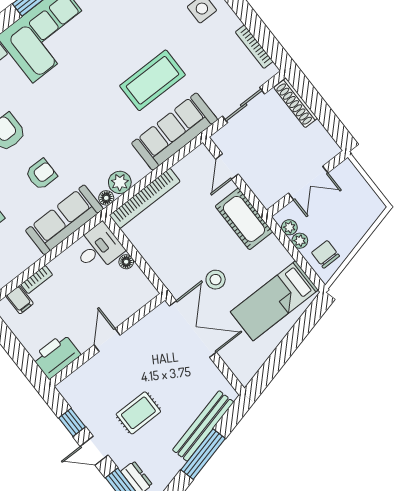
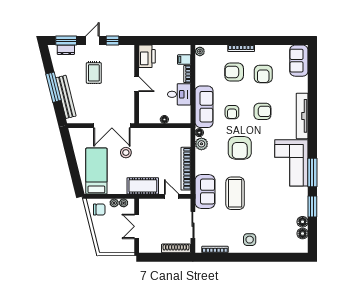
armchair: (83, 124) -> (240, 148), added
sofa: (175, 132) -> (205, 192), width x0.73
bookcase: (145, 198) -> (186, 169), moved
desk: (98, 248) -> (179, 94), moved, turned -90

